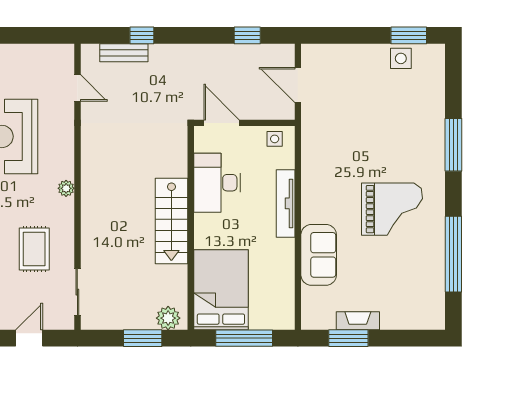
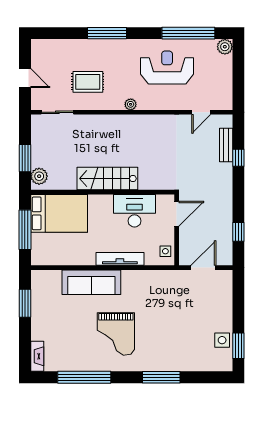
sofa: (319, 255) -> (91, 282), width x1.36
fireplace: (358, 321) -> (37, 356), moved

